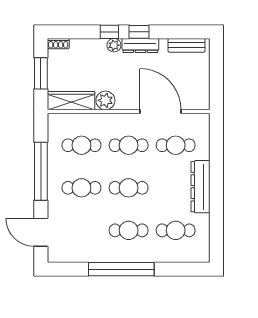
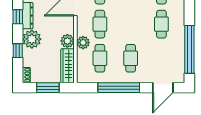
window: (109, 32) -> (18, 51), moved
plant: (114, 45) -> (32, 39), width x1.87, depth x1.87
plant: (103, 122) -> (83, 43), added
cafe table: (129, 188) -> (131, 24), removed
window: (121, 269) -> (189, 49), moved

